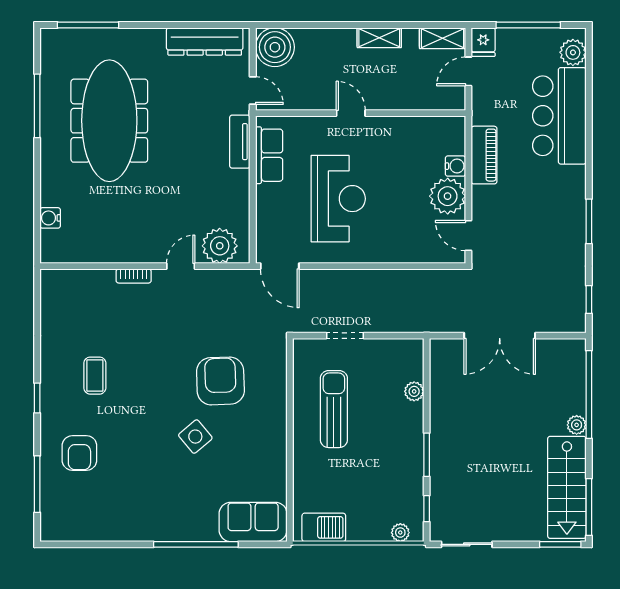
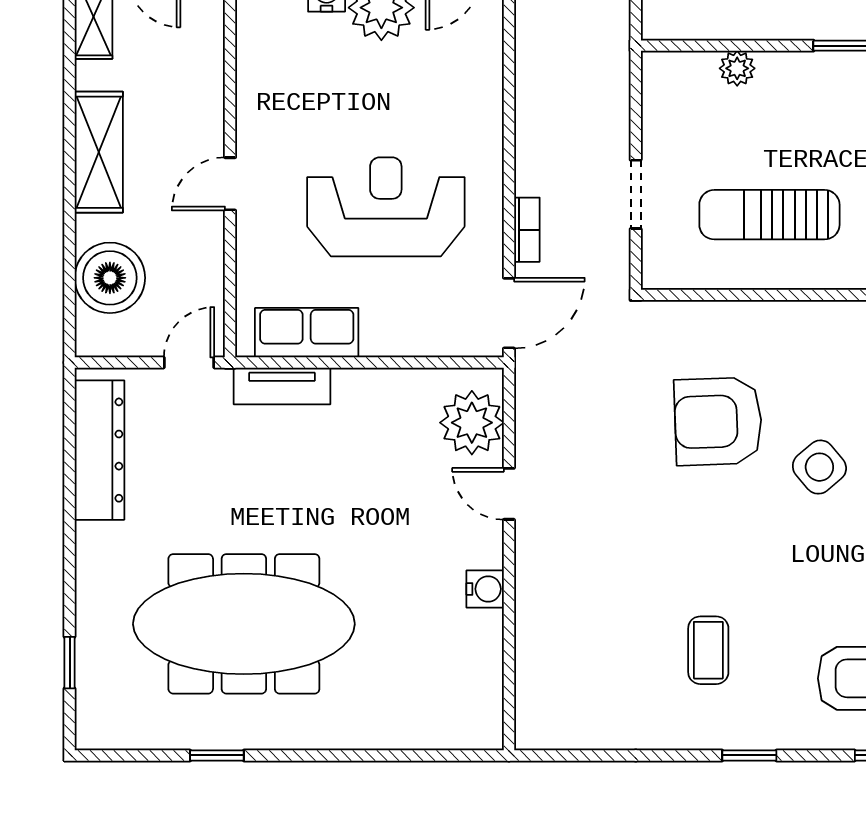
window: (88, 25) -> (70, 663), width x0.46
shelving: (379, 38) -> (99, 152), width x1.50, depth x1.33
boiler: (275, 47) -> (110, 278), moved
window: (37, 106) -> (217, 755), width x0.46
water cooler: (50, 218) -> (485, 589), moved, turned -90
bookcase: (134, 276) -> (527, 230), moved
coffee table: (95, 376) -> (708, 650), turned 90

